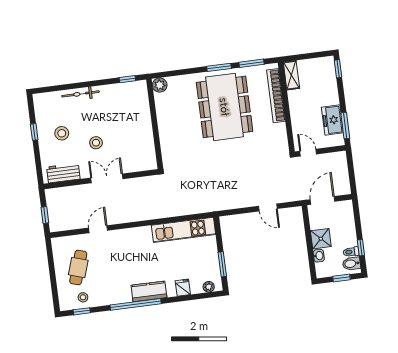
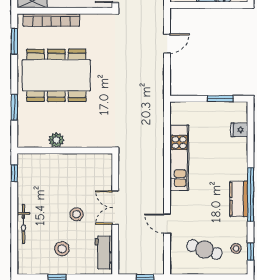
window: (219, 67) -> (14, 107), moved
plant: (160, 85) -> (56, 140), moved
kitchen unit: (184, 230) -> (179, 158), moved
plant: (209, 287) -> (242, 116), removed
fridge: (183, 288) -> (239, 130), moved
kitchen counter: (149, 291) -> (239, 199), moved

